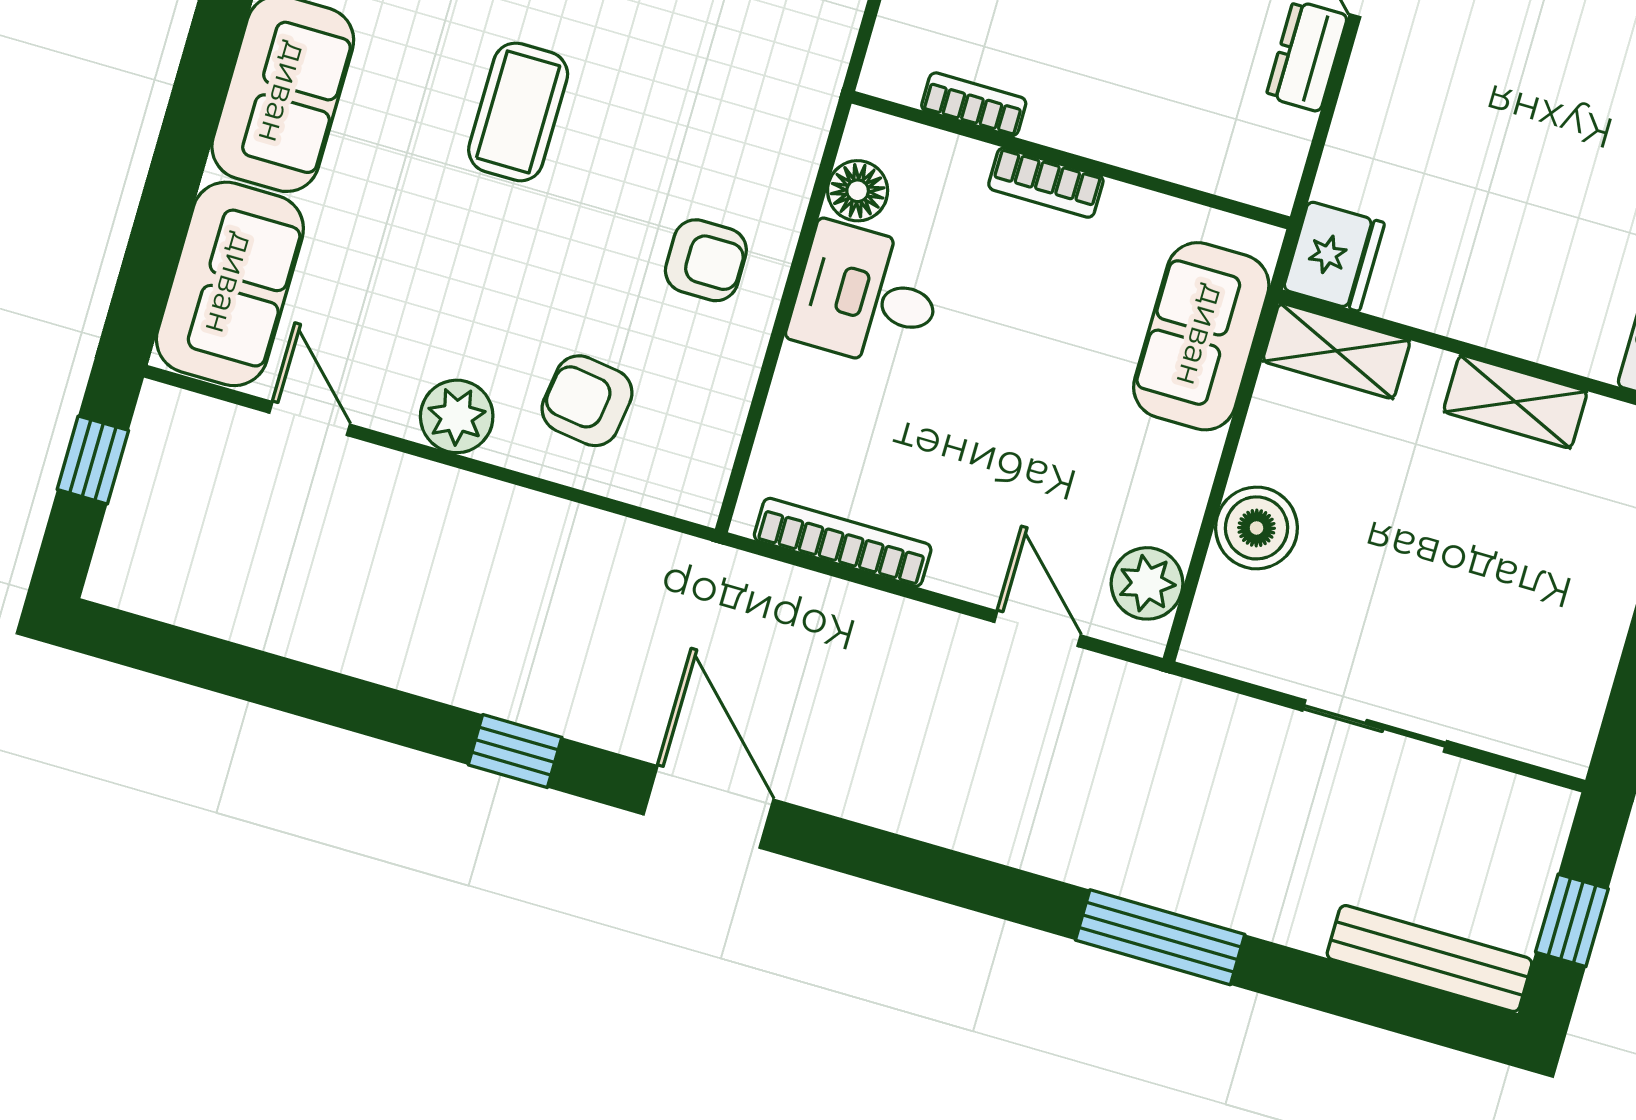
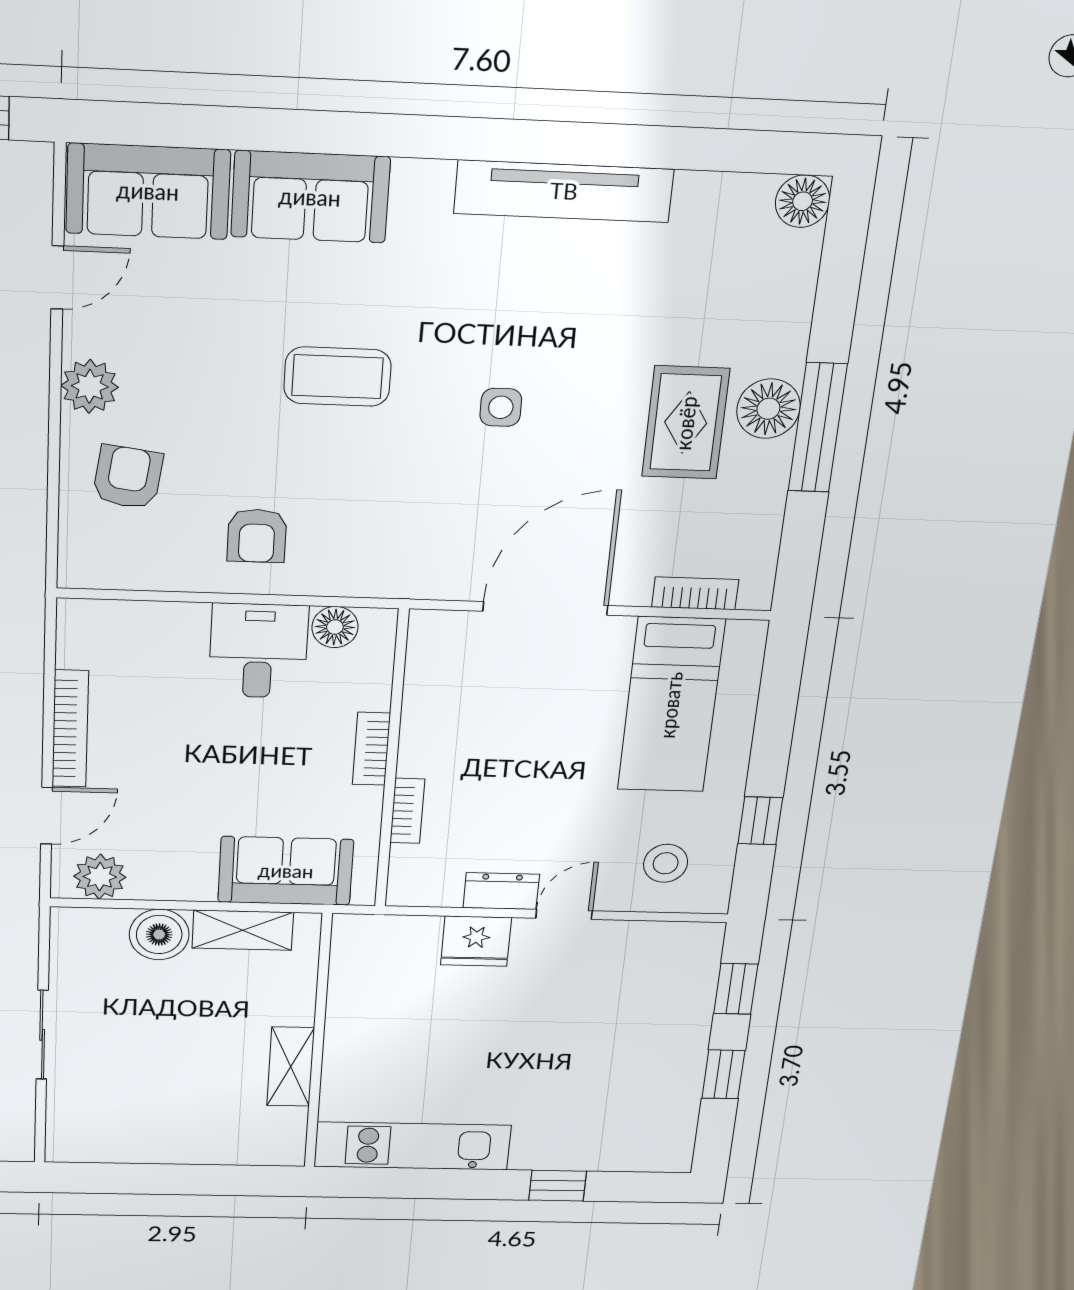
bookcase: (974, 104) -> (407, 811), moved
fridge: (1334, 256) -> (476, 941), moved
shelving: (1336, 351) -> (243, 930), moved, turned 90
bookcase: (843, 542) -> (70, 729), moved

